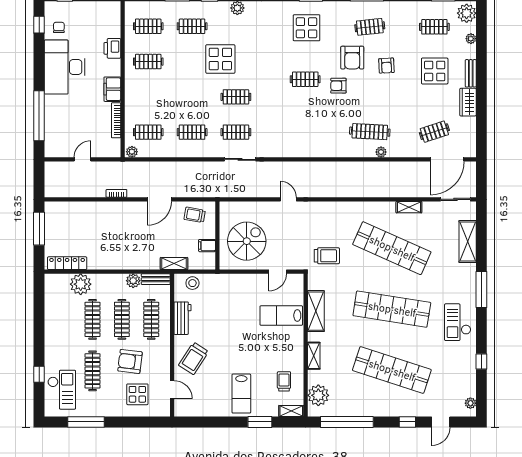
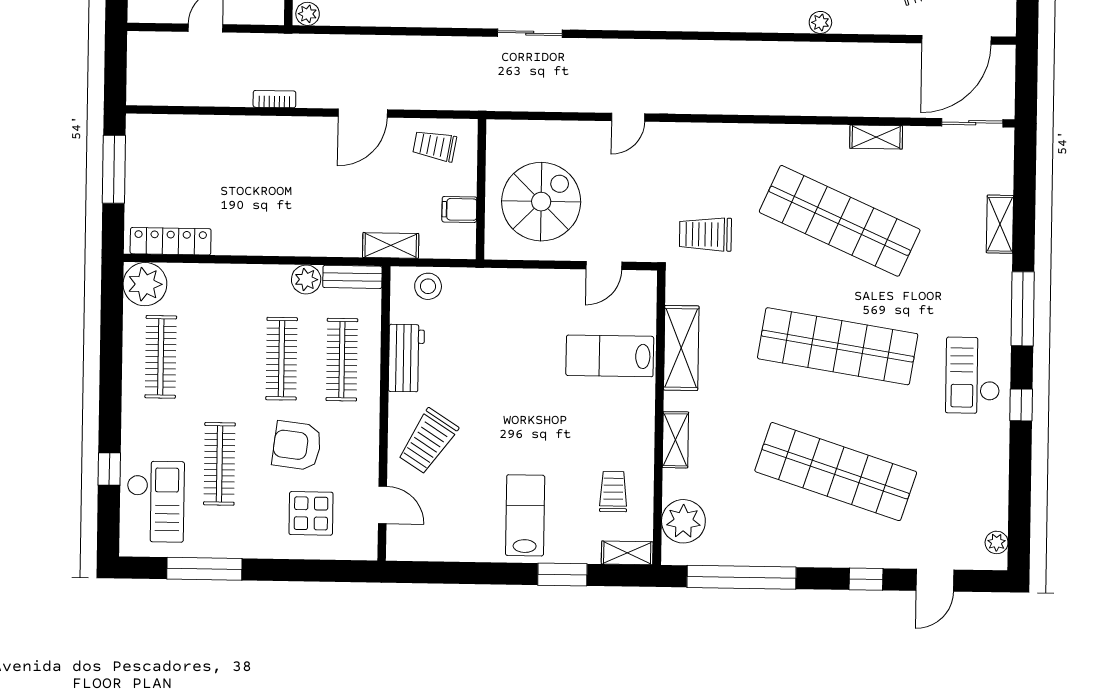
door: (288, 199) -> (628, 117), swing flipped
shelving: (468, 242) -> (1000, 224), width x0.67, depth x0.75
trolley: (327, 256) -> (705, 234), turned 180
plant: (81, 284) -> (145, 284), moved
clothes rail: (93, 319) -> (161, 357), moved
window: (481, 362) -> (1021, 405), moved
lab bench: (241, 394) -> (525, 515), turned 180

